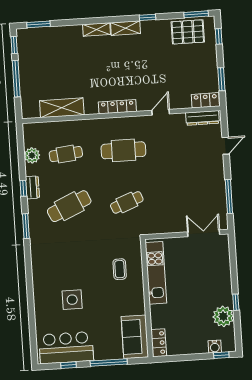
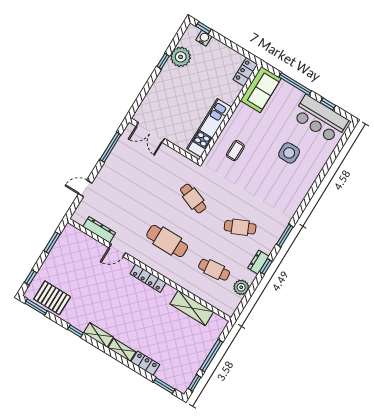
locker: (205, 100) -> (145, 363), moved, turned 180
dresser: (202, 118) -> (99, 230), moved
cafe table: (127, 202) -> (193, 199), turned 42
cafe table: (69, 206) -> (240, 227), width x0.73, depth x0.74

